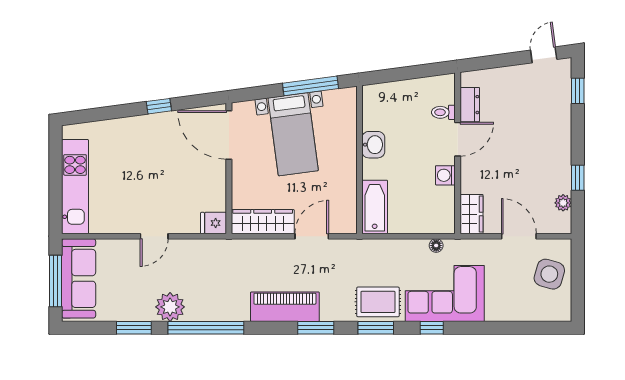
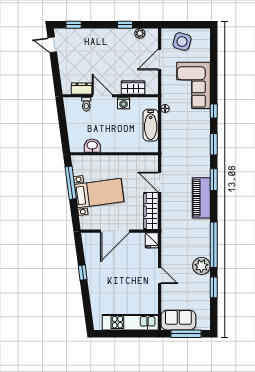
door: (229, 135) -> (115, 231), moved
washbasin: (373, 145) -> (92, 146), moved
bathtub: (375, 207) -> (151, 125), moved, turned -90
wardrobe: (471, 214) -> (133, 88), moved
sofa: (79, 278) -> (178, 320), width x0.73
corner sofa: (445, 293) -> (193, 85), moved
rug: (378, 302) -> (198, 143), removed

